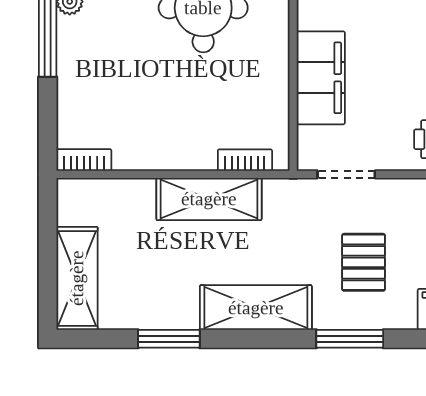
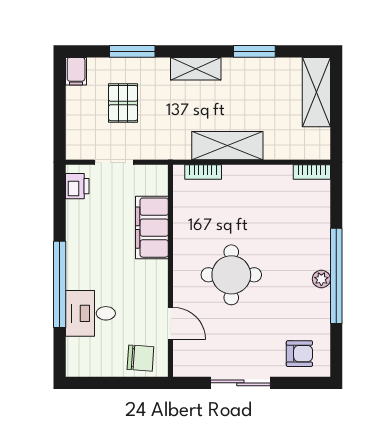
doorway: (346, 174) -> (114, 162), moved
shelving: (256, 308) -> (196, 69), width x0.67, depth x0.75

